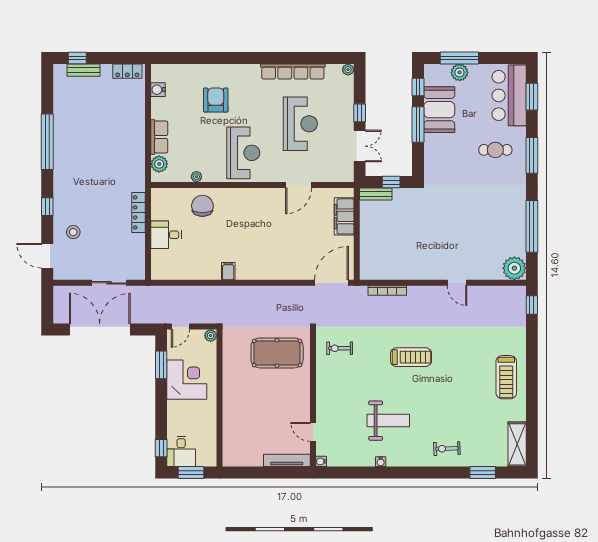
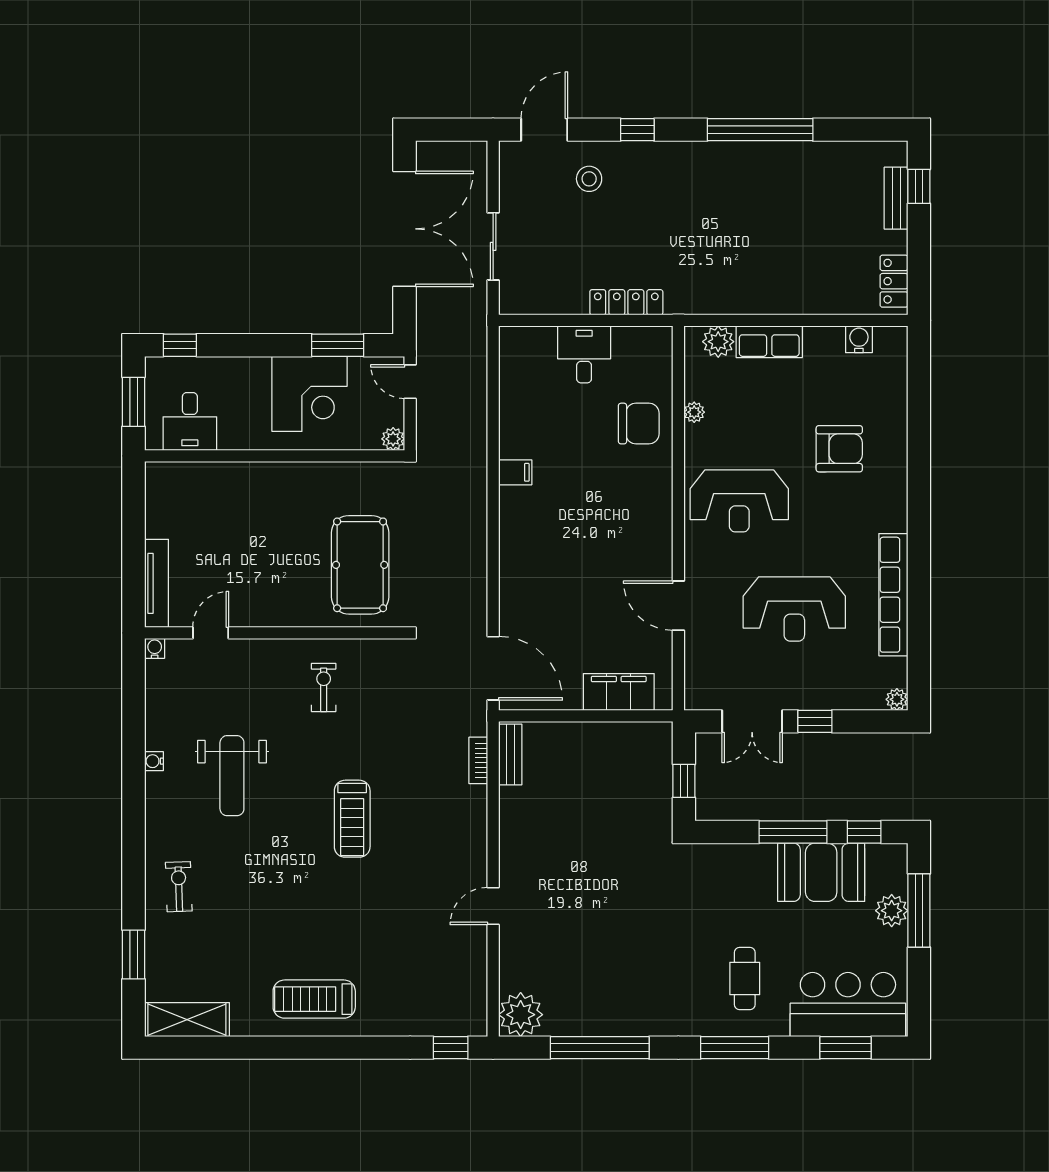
bench: (376, 194) -> (510, 755), moved
bookcase: (387, 291) -> (478, 760), width x0.64
exercise bike: (340, 348) -> (324, 687), moved
desk: (181, 451) -> (190, 421), moved, turned -90

